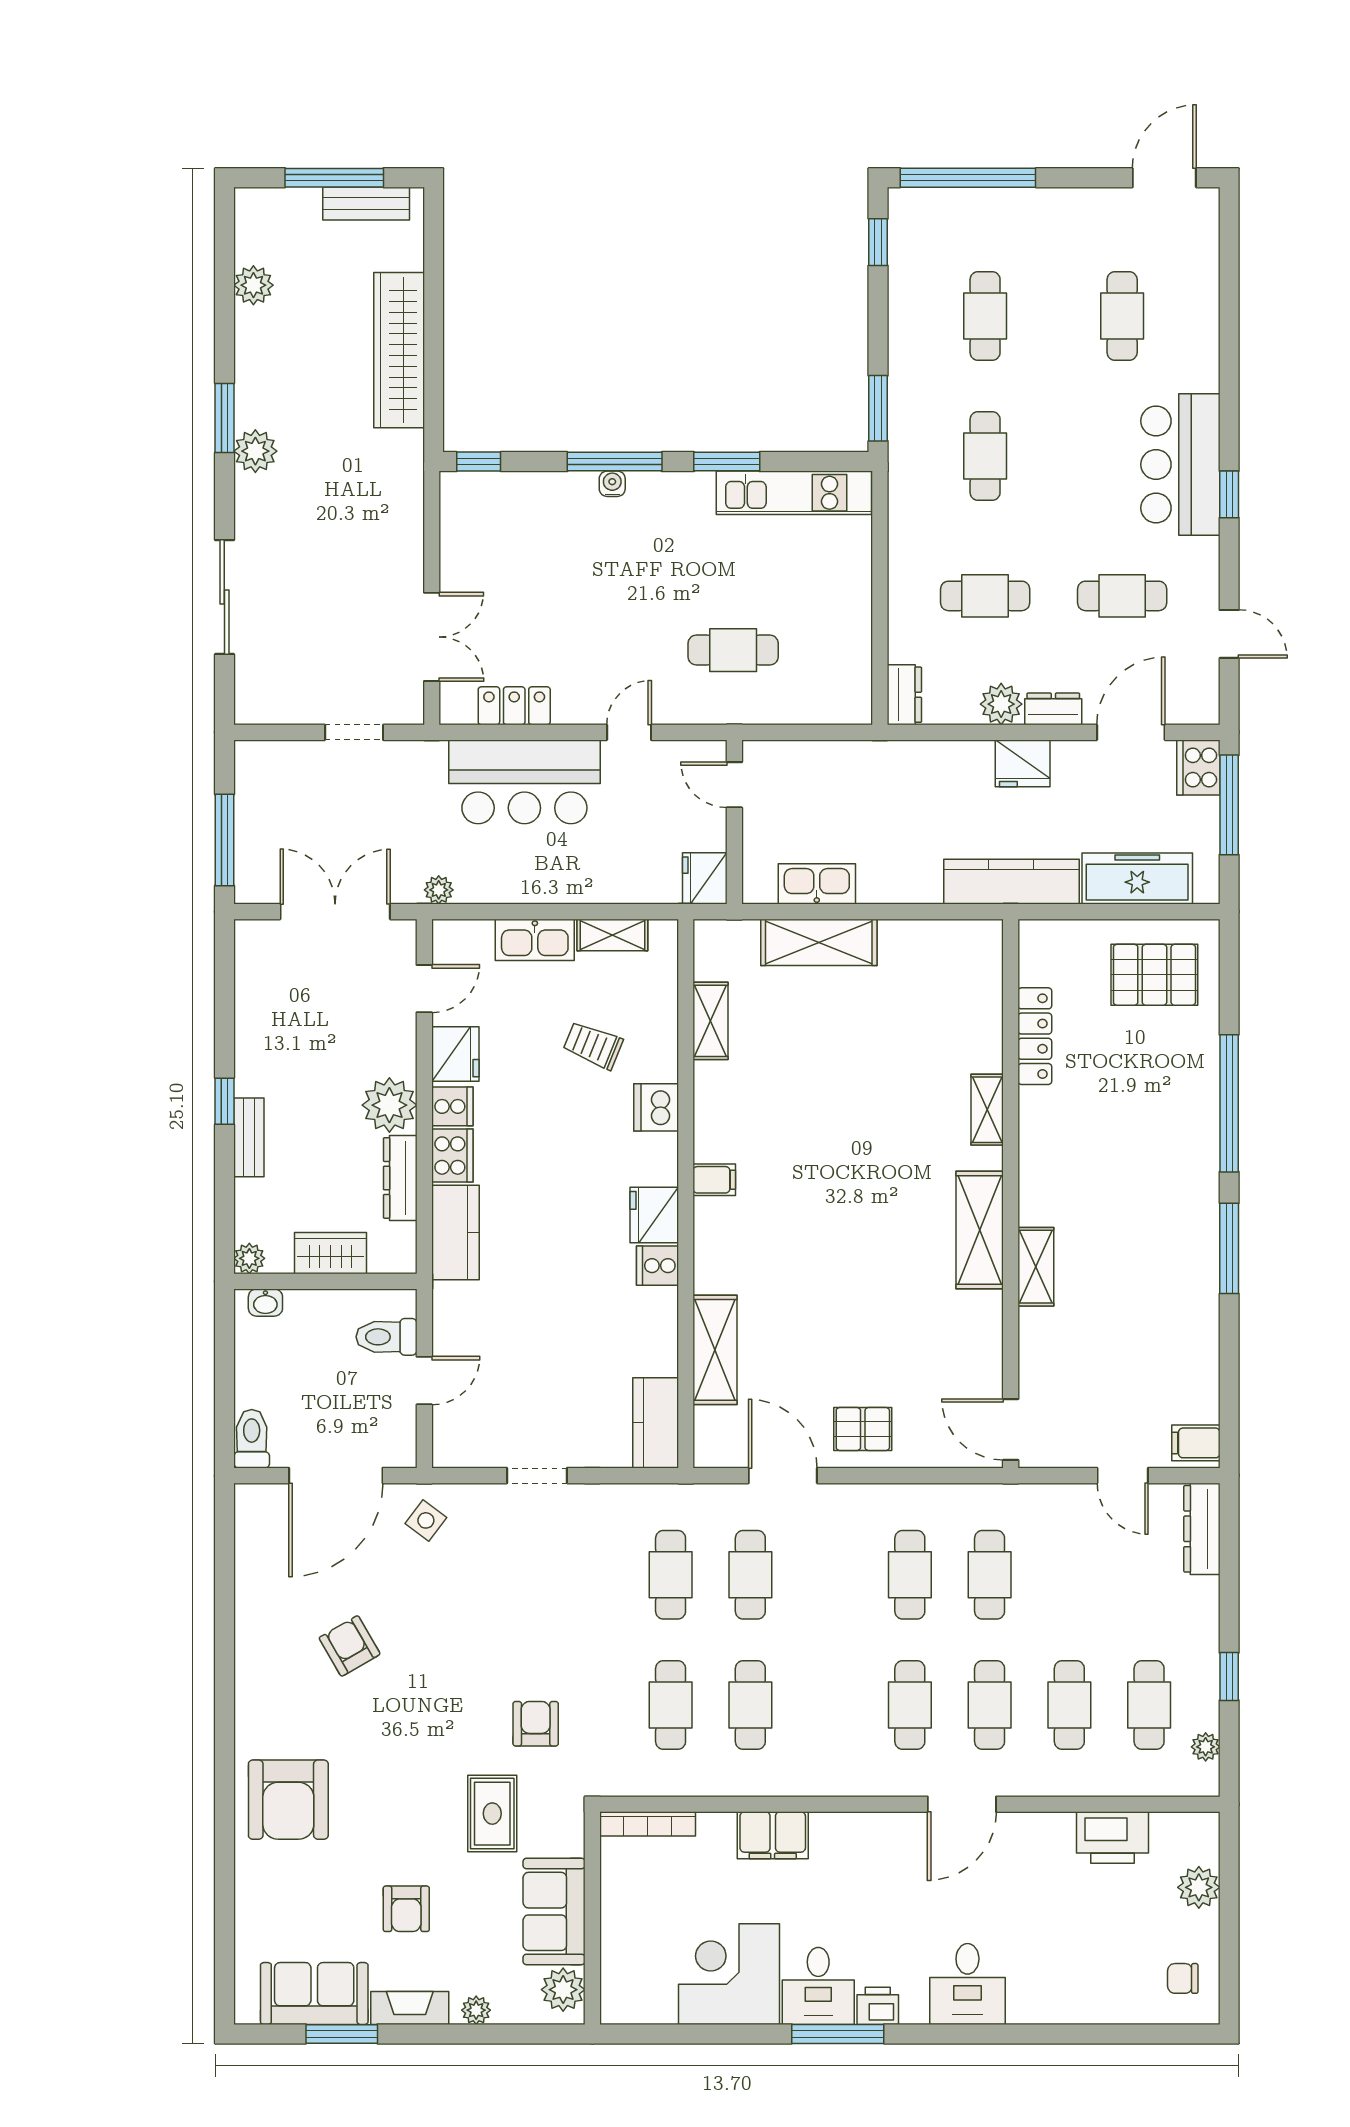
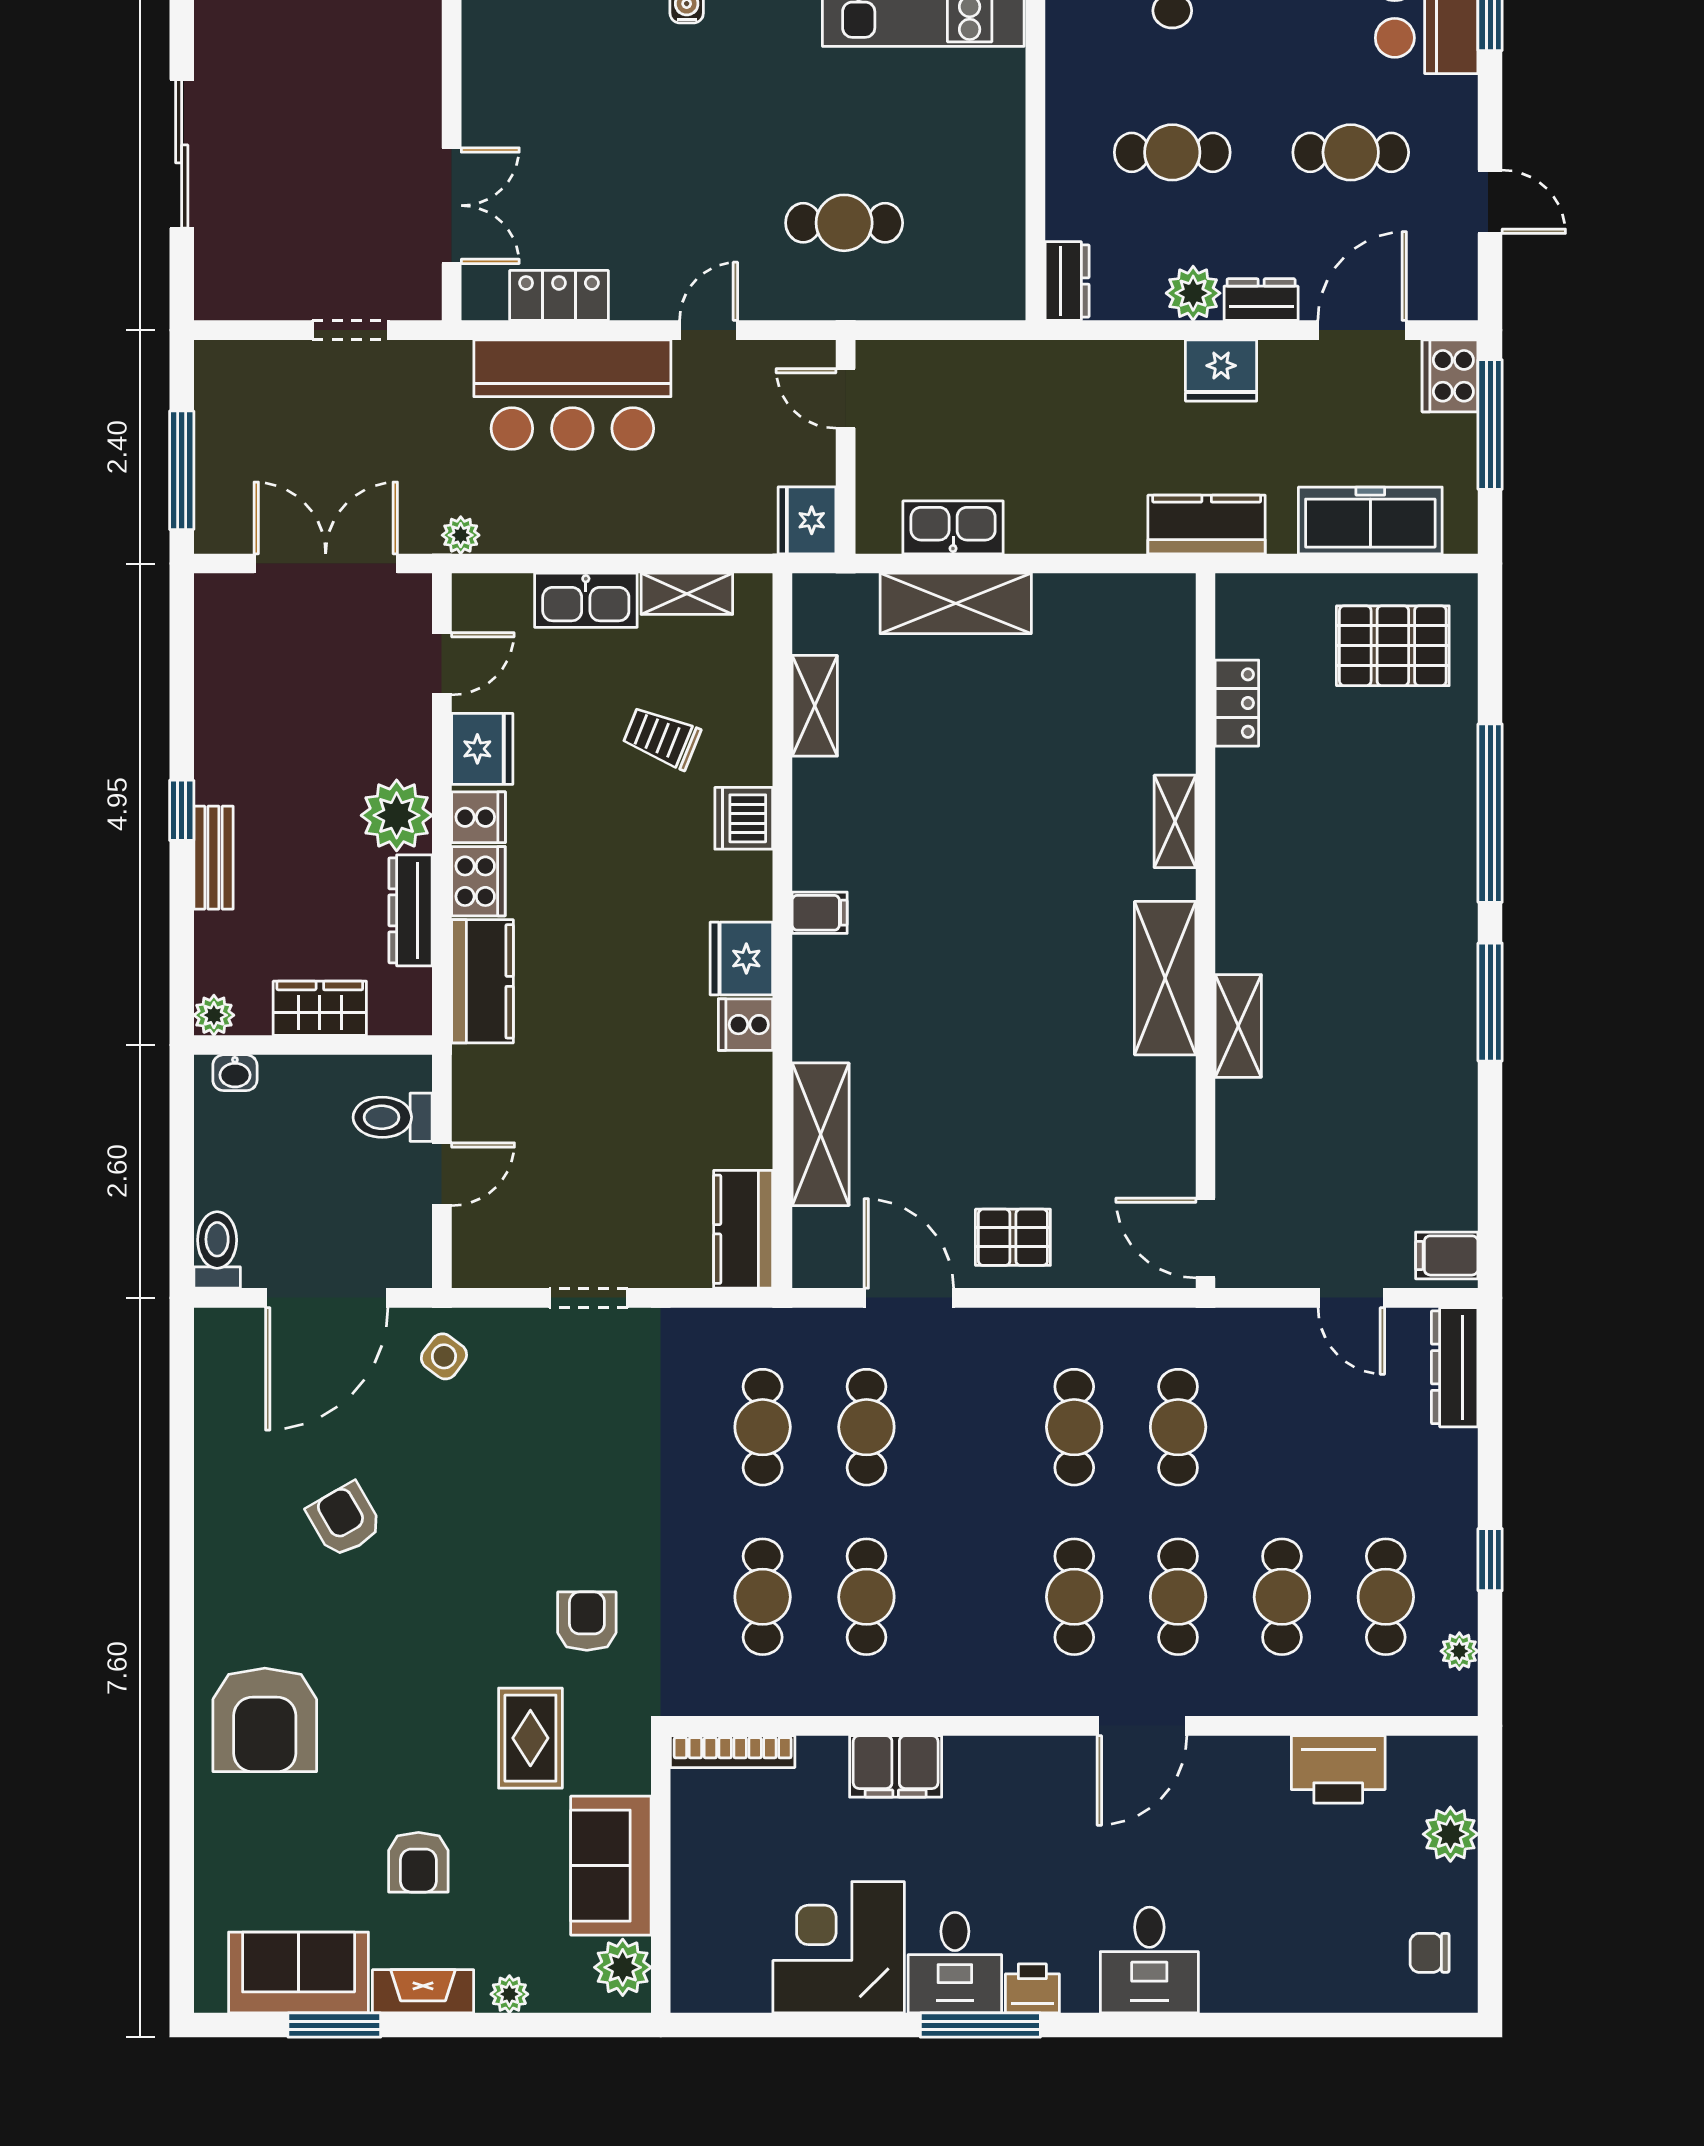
kitchen counter: (1011, 882) -> (1207, 524), width x0.67
locker: (1035, 1036) -> (1237, 703), width x0.66

